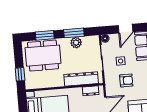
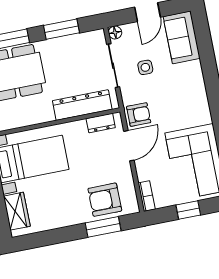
plant: (76, 43) -> (67, 45), removed
armchair: (126, 80) -> (139, 115), moved

